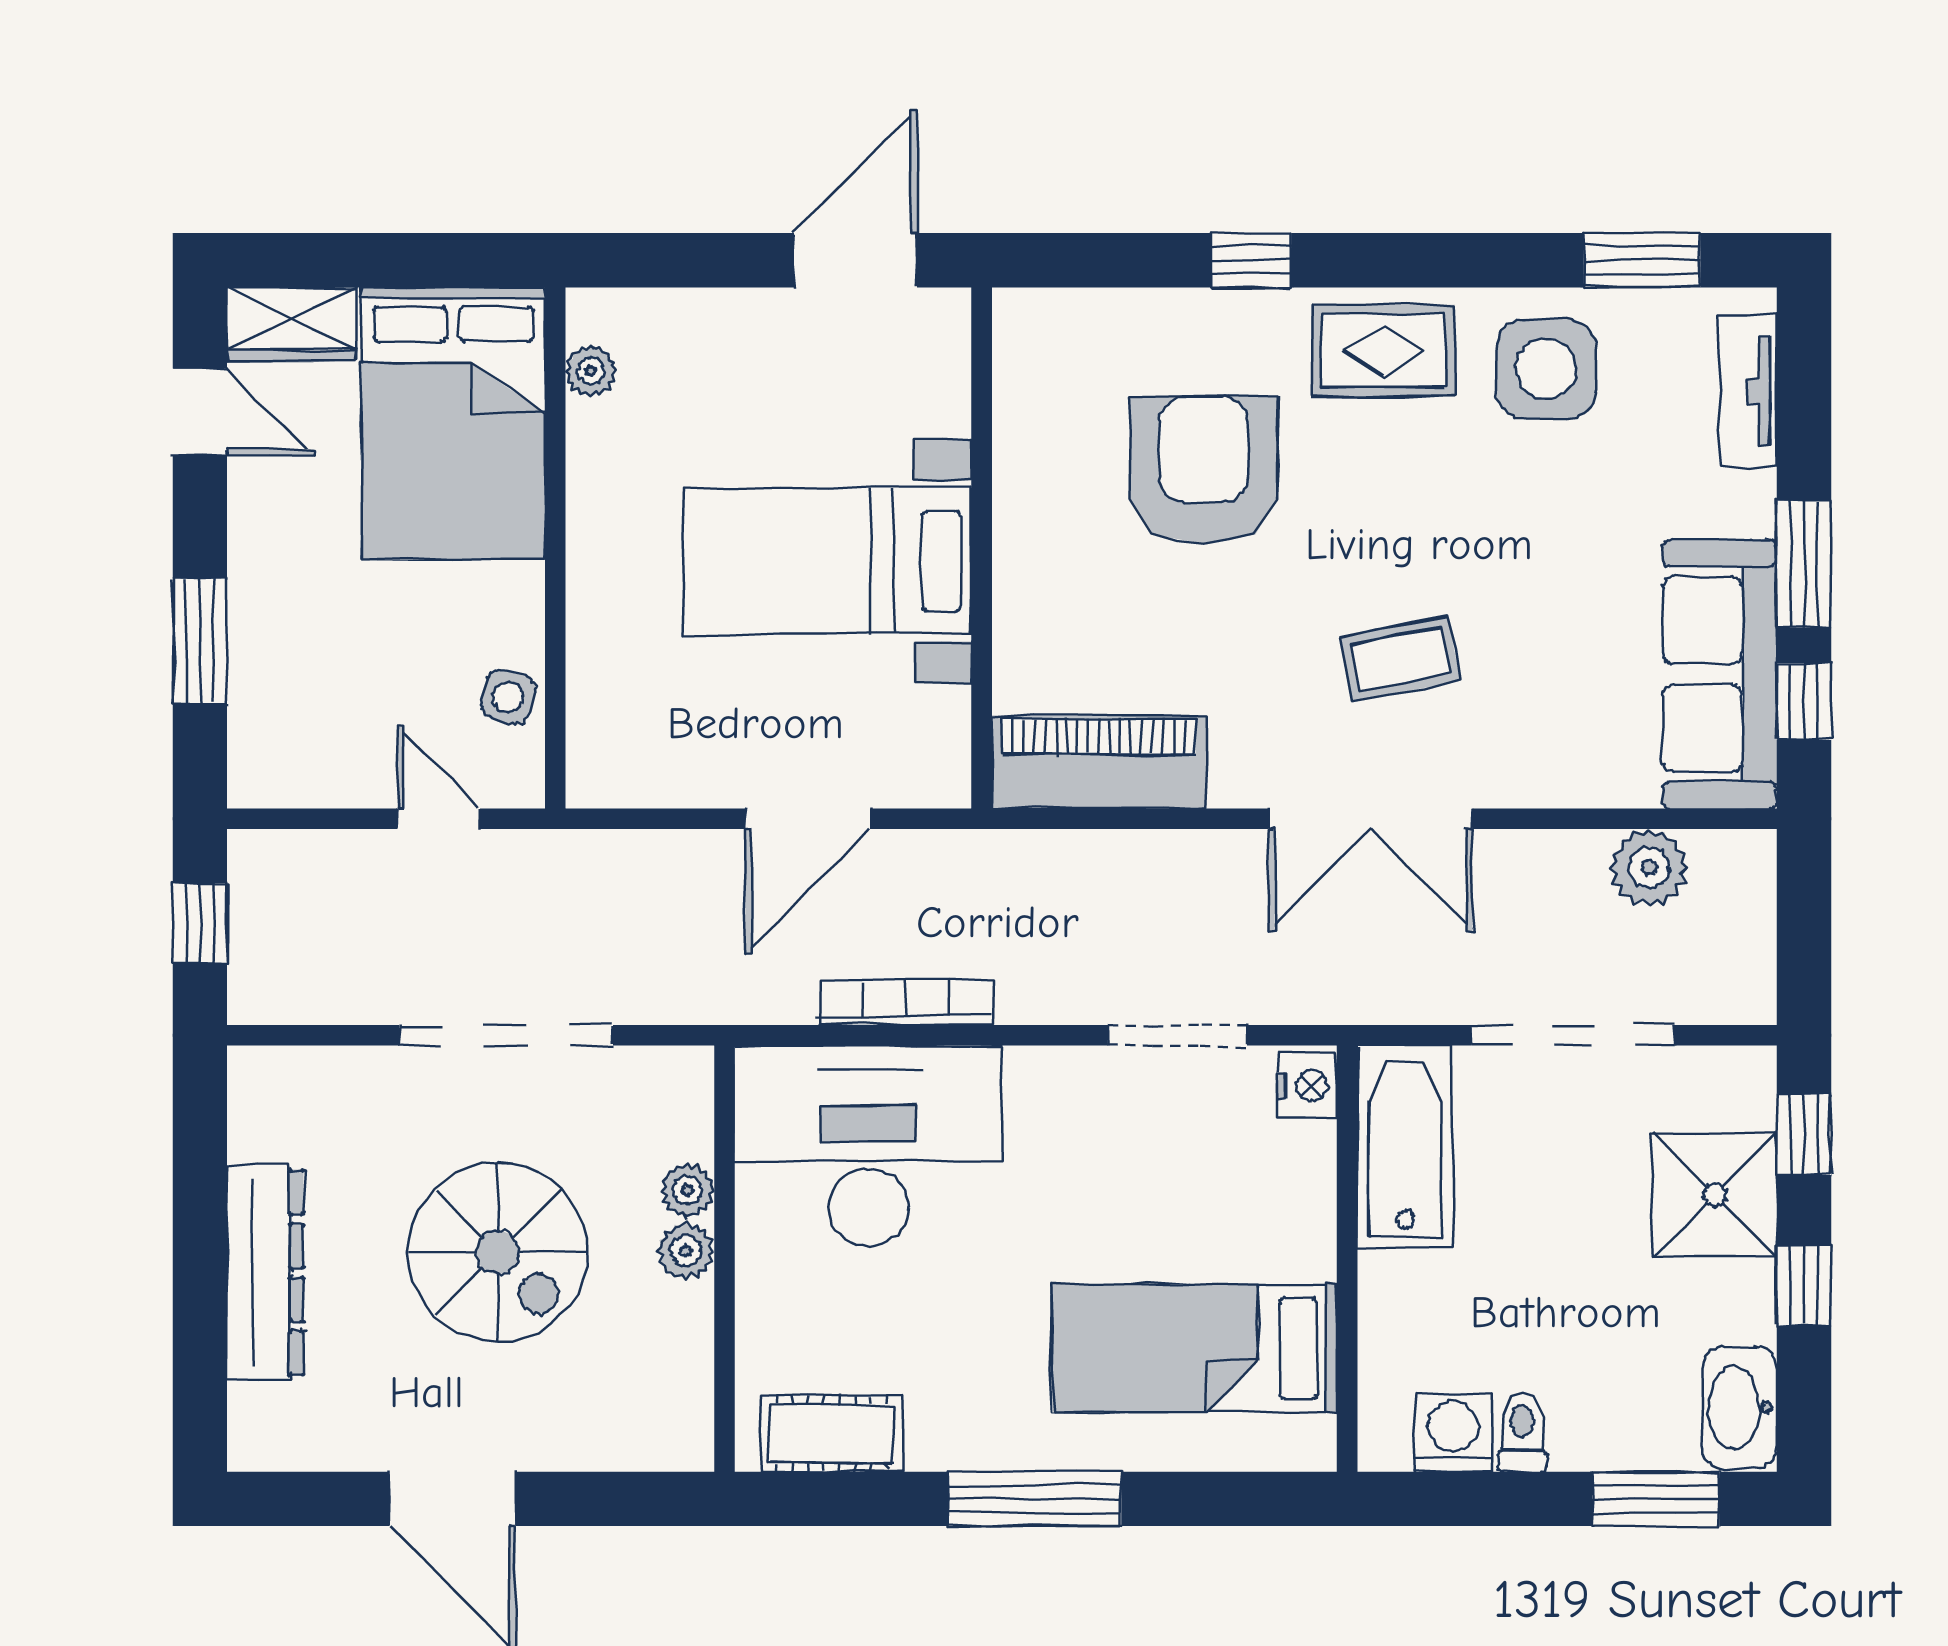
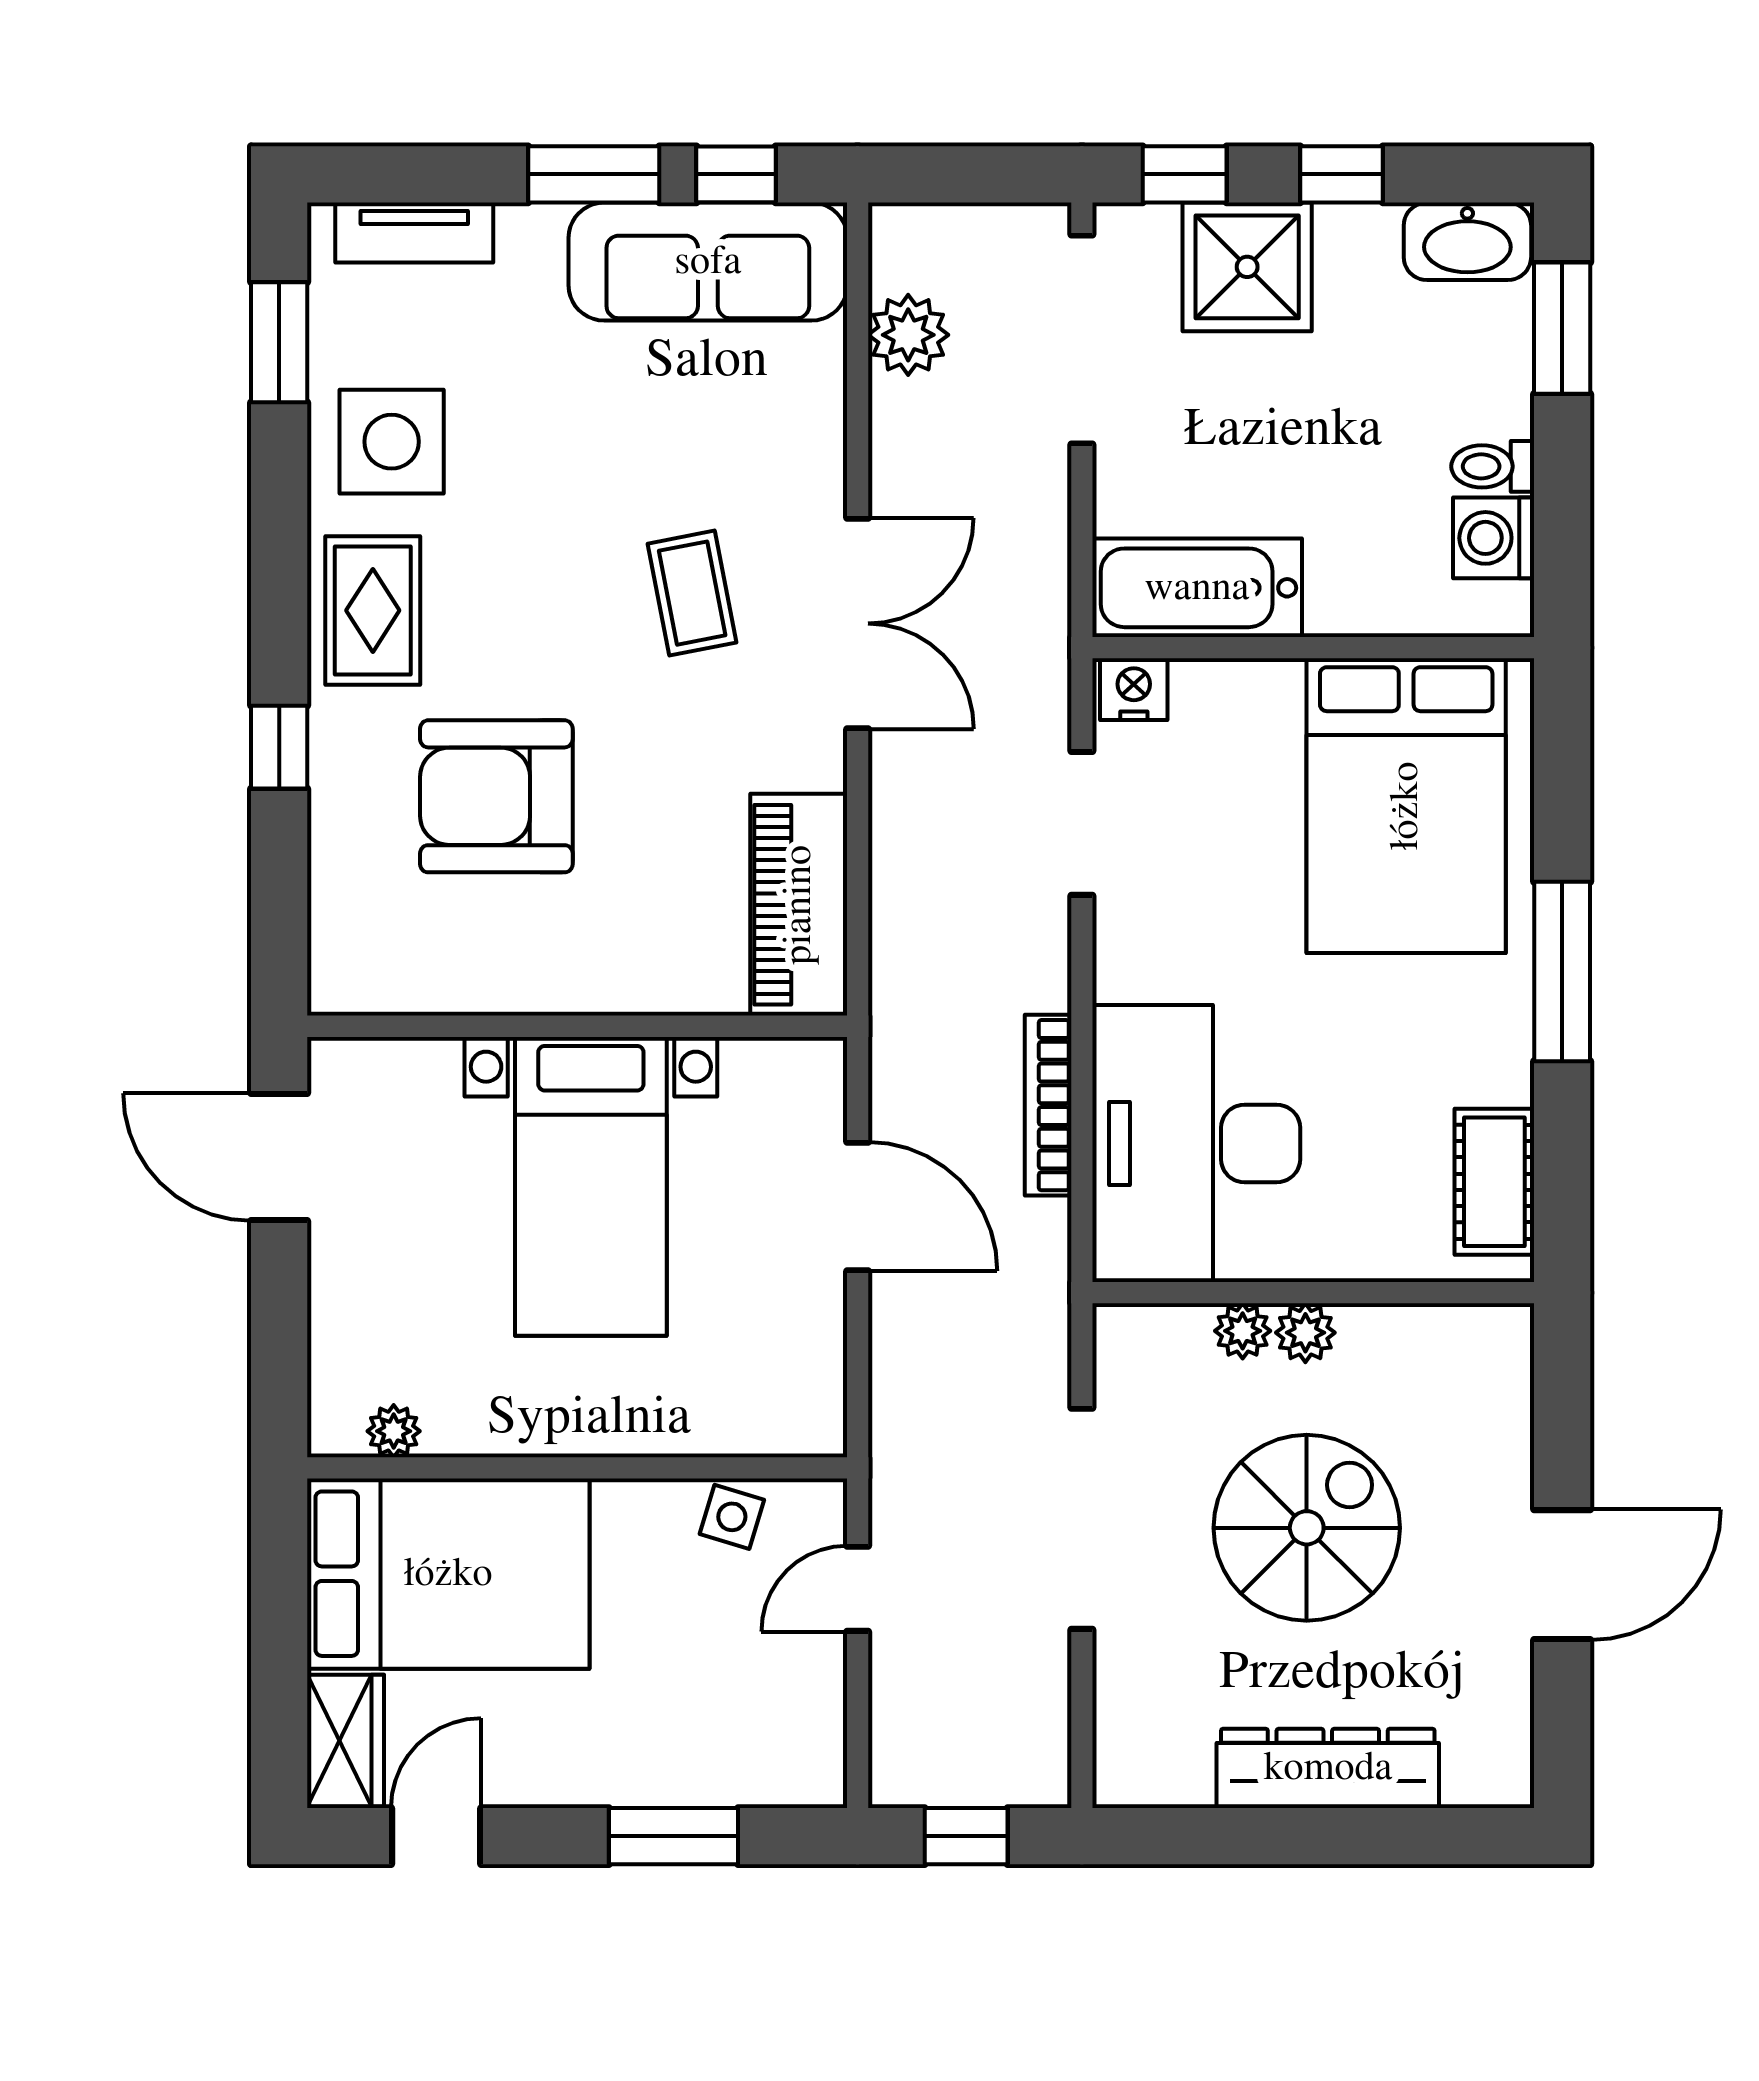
doorway: (1573, 1035) -> (1082, 339), moved
bed: (1195, 1348) -> (1406, 806), width x1.50

